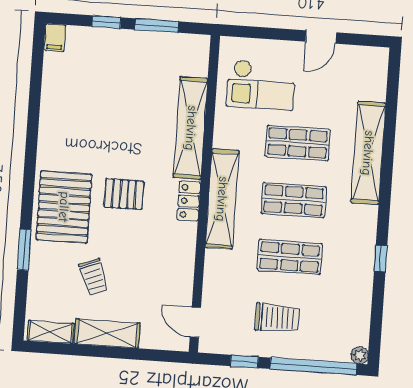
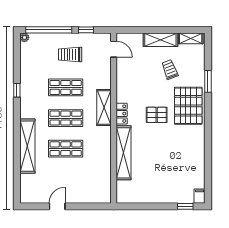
window: (106, 22) -> (185, 206), moved
window: (157, 26) -> (145, 206), removed
checkout: (261, 85) -> (87, 178), removed
shelving: (222, 199) -> (104, 108), width x0.68

